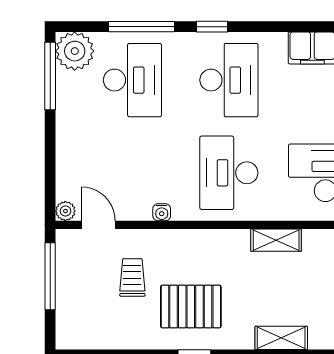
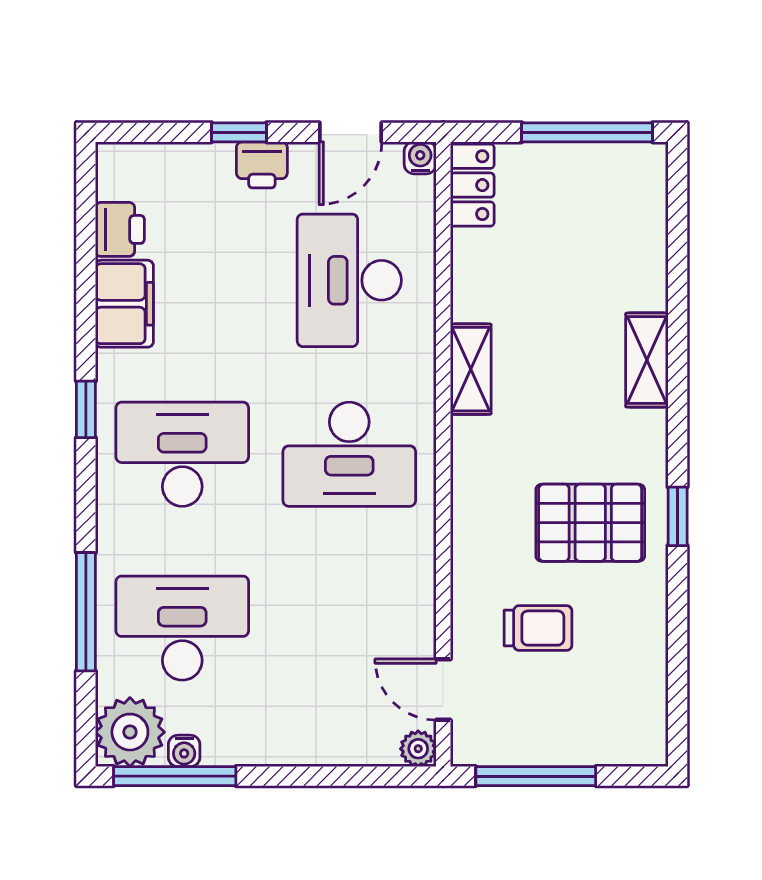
window: (212, 27) -> (86, 409), moved
water cooler: (162, 212) -> (184, 751), moved, turned 90
door: (98, 225) -> (443, 690), hinge flipped
trolley: (132, 278) -> (538, 628), turned 180
pallet: (191, 306) -> (590, 523), turned 90

